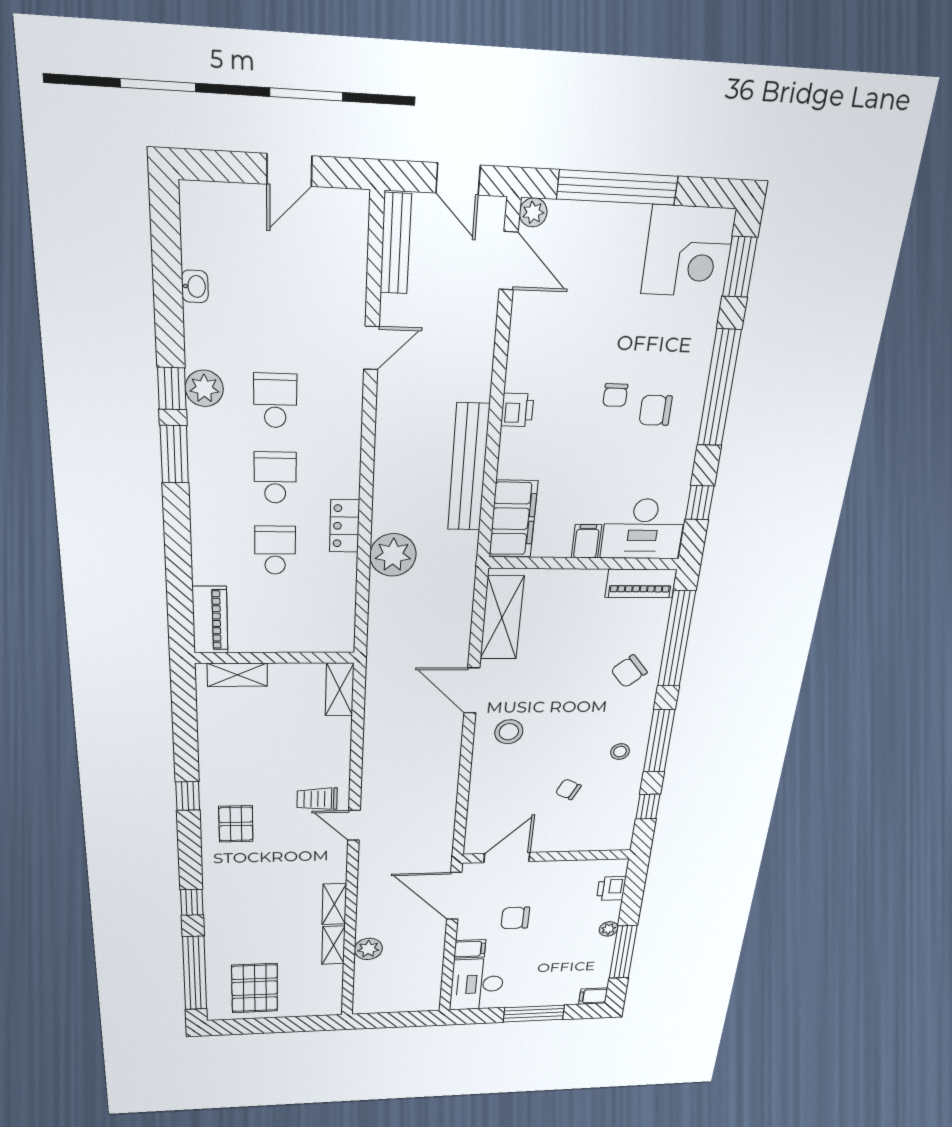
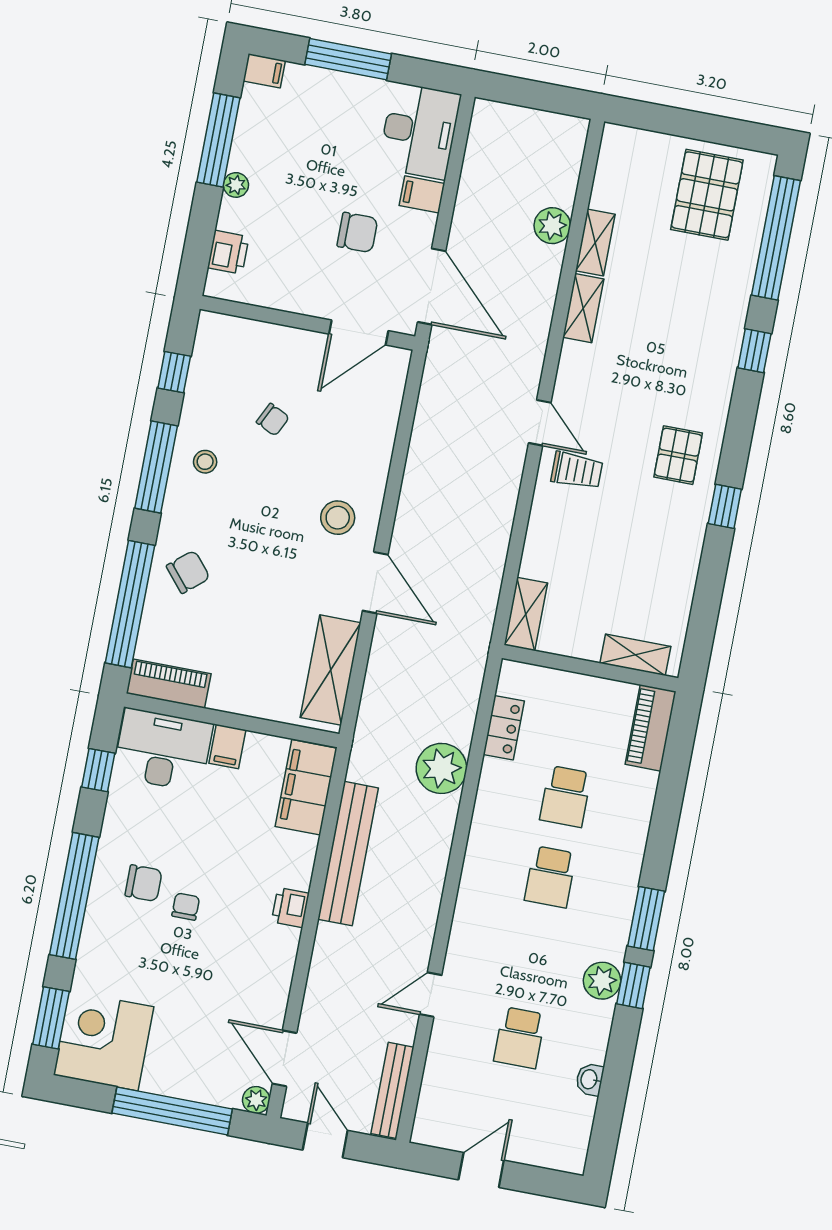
school desk: (275, 401) -> (520, 1038), moved
locker: (345, 526) -> (504, 728), moved

